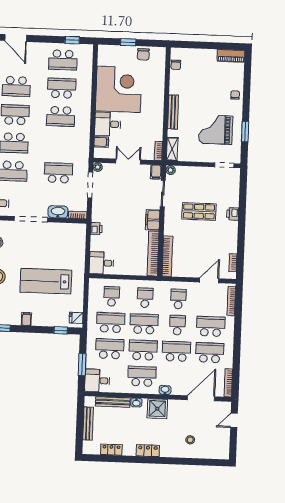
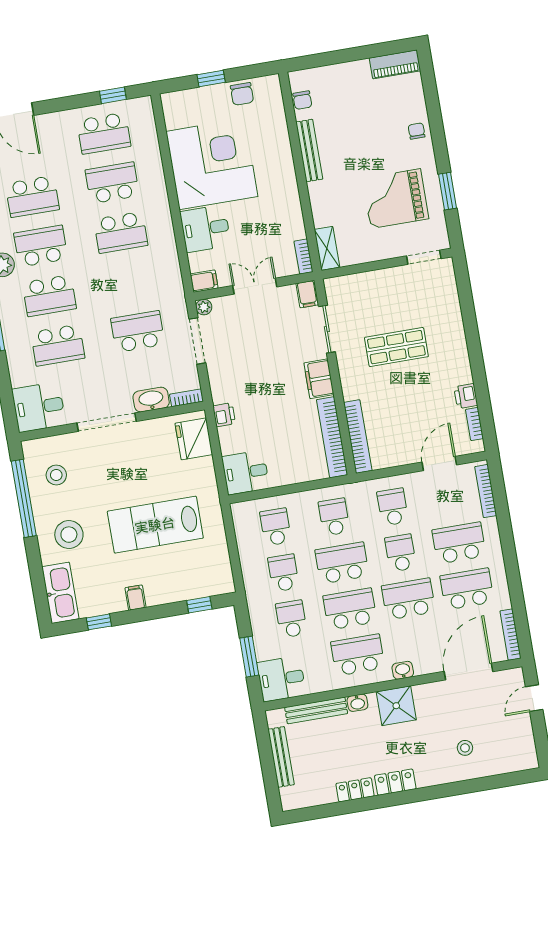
bench: (173, 112) -> (309, 151), moved
filing cabinet: (101, 142) -> (204, 281), moved
plant: (171, 170) -> (332, 285), removed
printer: (233, 214) -> (466, 396), moved
fridge: (76, 318) -> (194, 439), moved, width x1.88, depth x1.34
school desk: (111, 323) -> (283, 573), width x0.54
school desk: (110, 349) -> (291, 619), width x0.54
locker: (111, 450) -> (355, 790), moved

